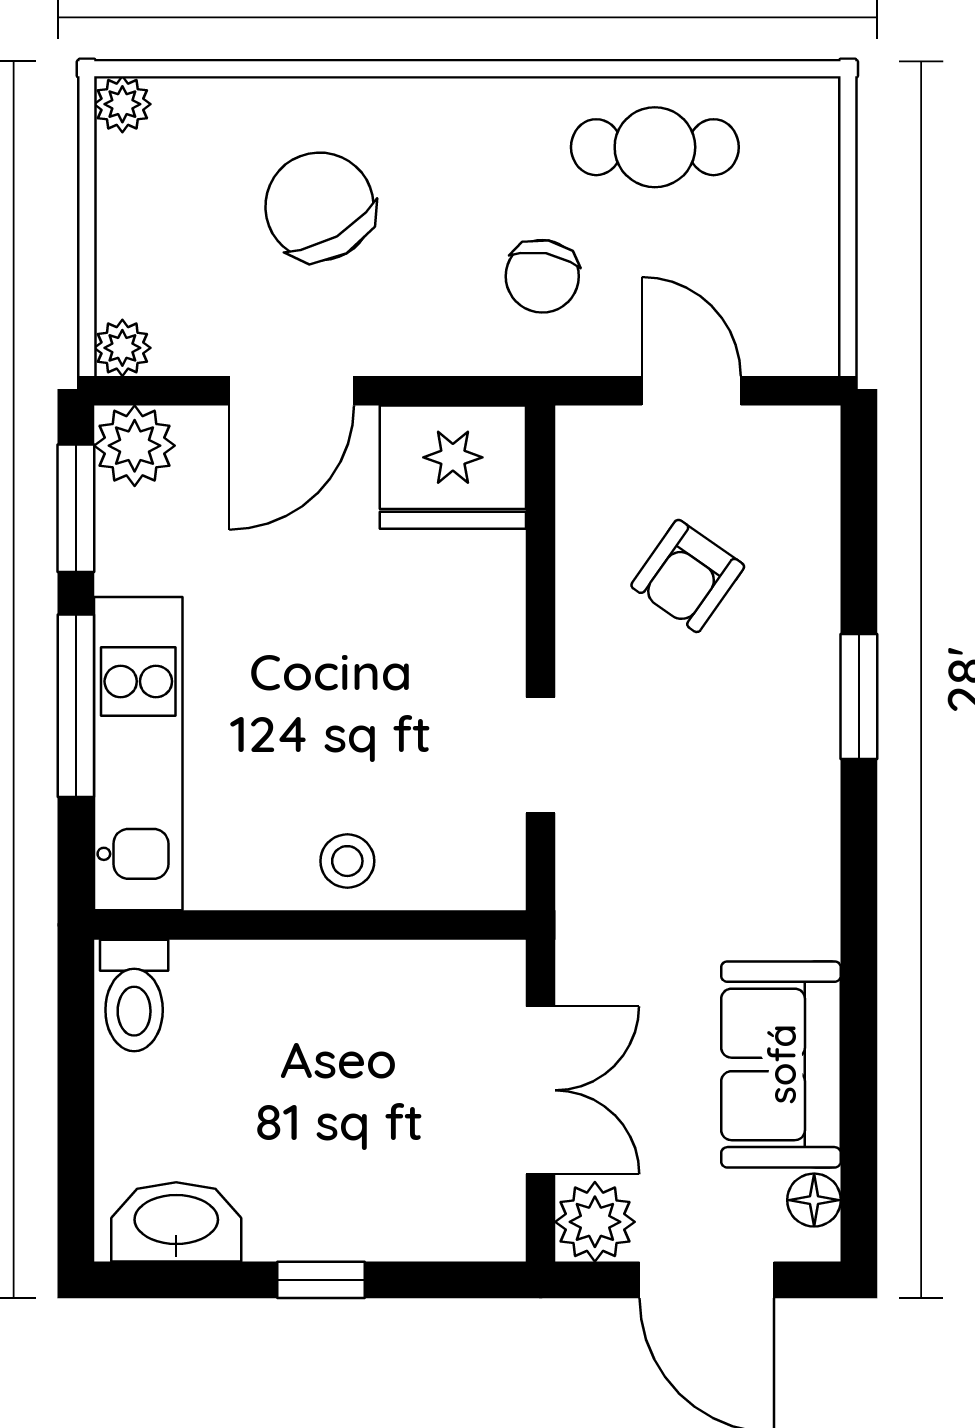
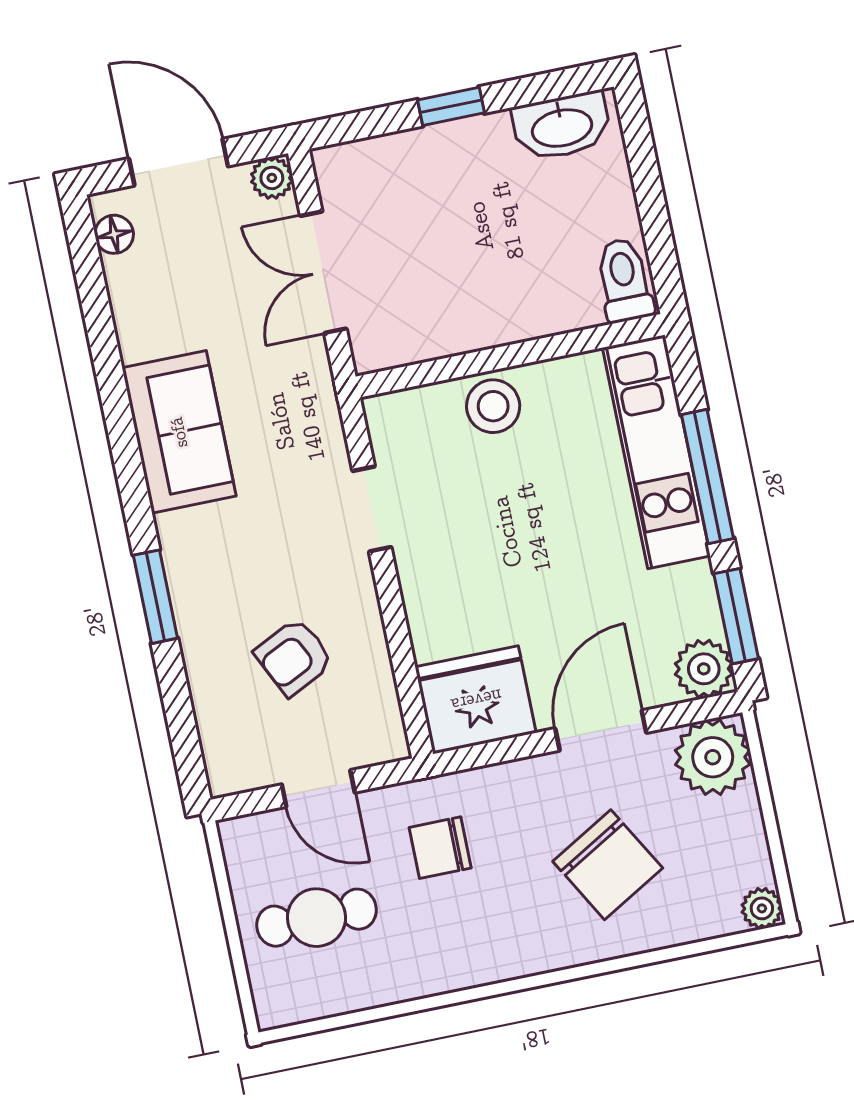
cafe table: (655, 147) -> (316, 918), moved
chair: (542, 276) -> (440, 848), turned -100
plant: (122, 348) -> (713, 757), width x1.87, depth x1.87
armchair: (688, 576) -> (294, 657), turned -151
stool: (347, 861) -> (493, 406), width x1.37, depth x1.37
sofa: (781, 1064) -> (179, 432), moved
plant: (595, 1222) -> (272, 178), width x0.73, depth x0.73

